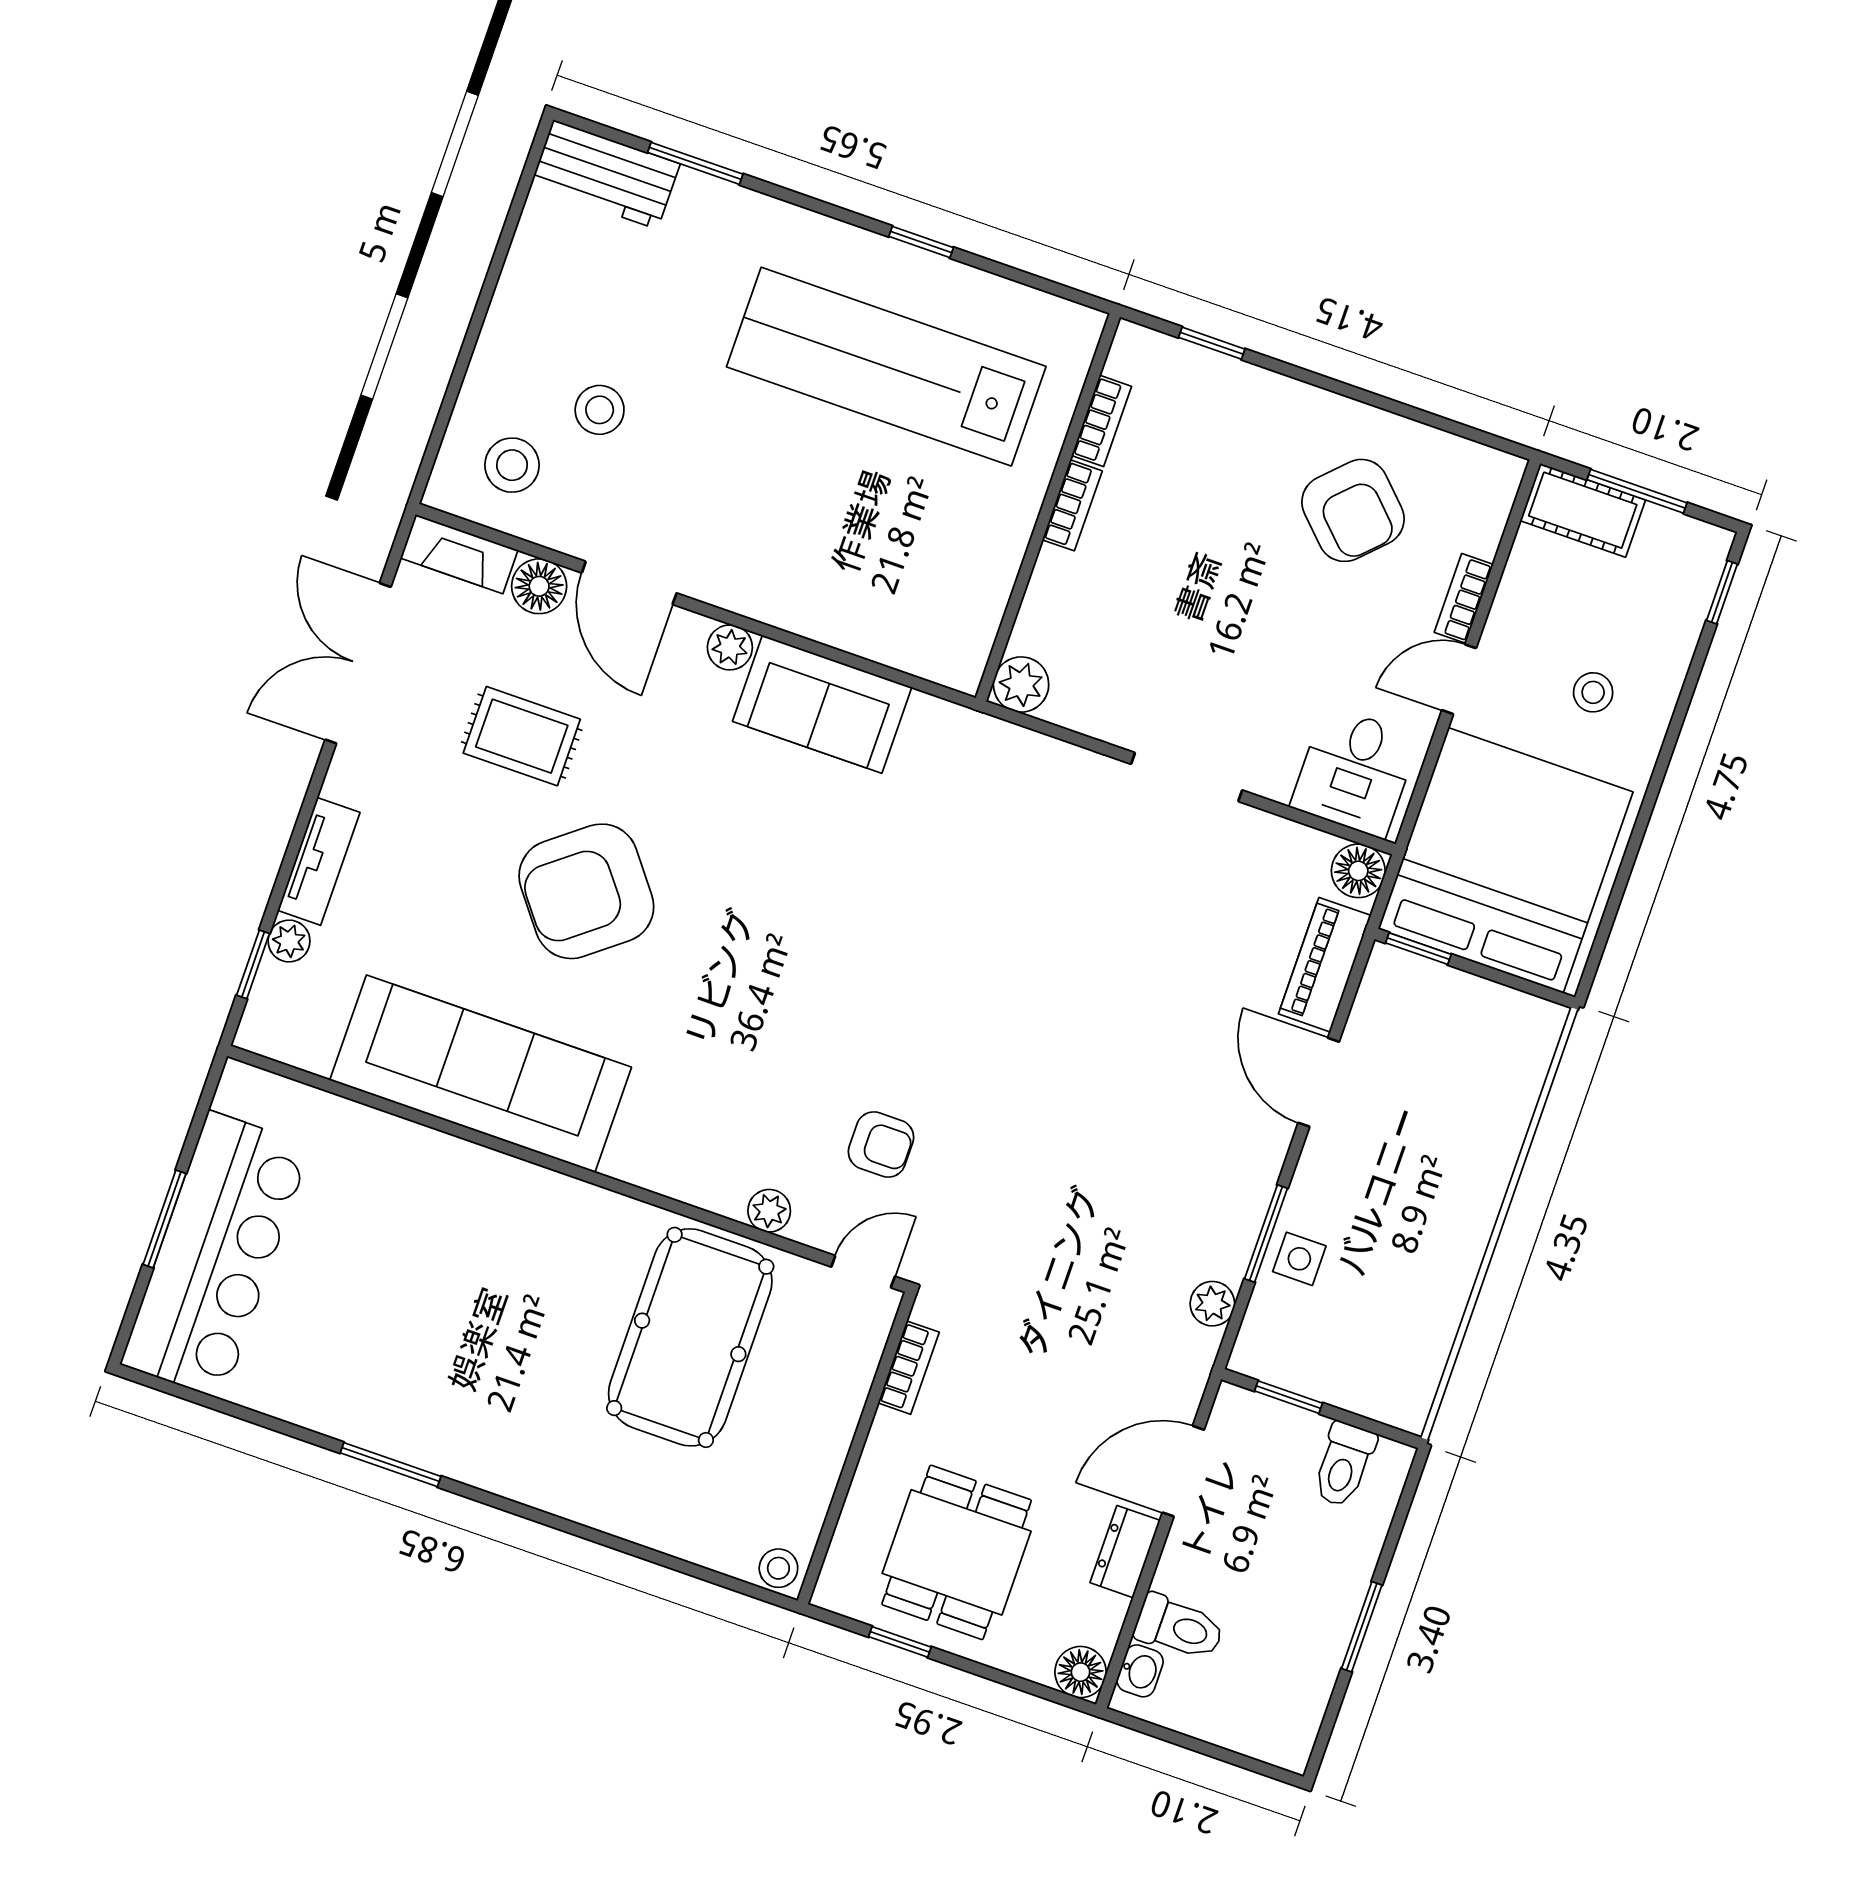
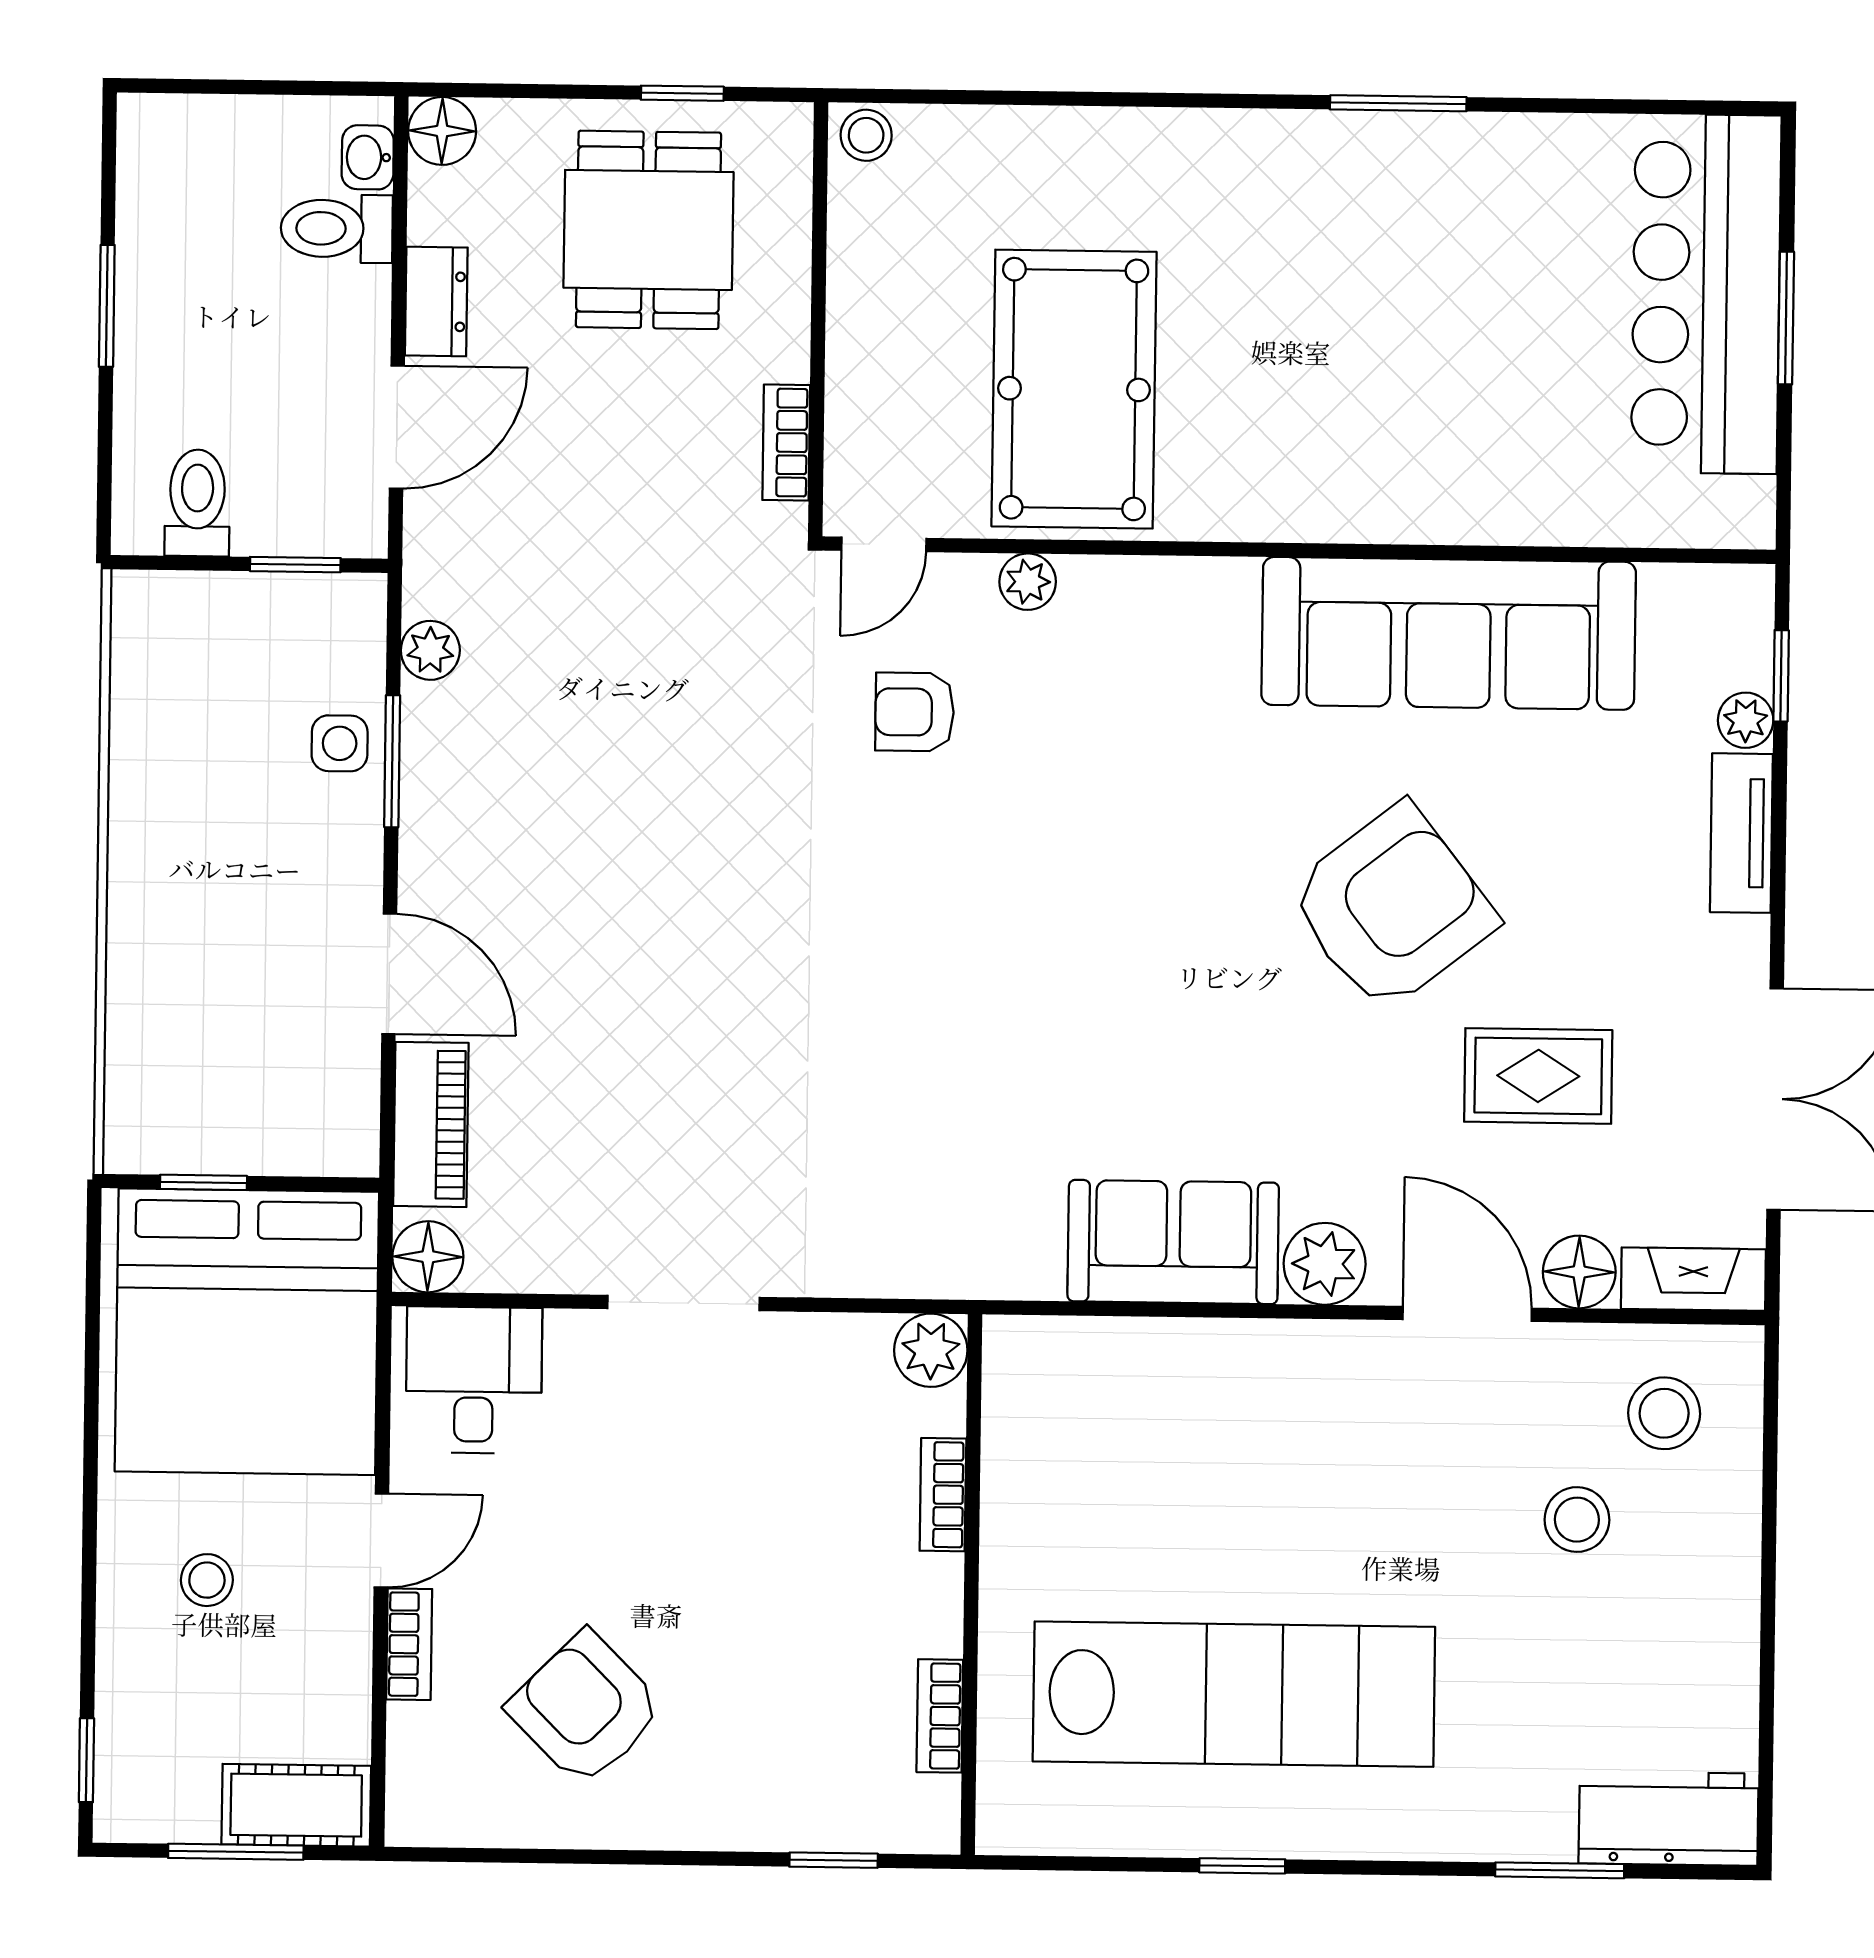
bookcase: (1072, 505) -> (943, 1495), moved
plant: (730, 647) -> (1325, 1264), width x1.38, depth x1.38
window: (1418, 949) -> (203, 1182), moved

